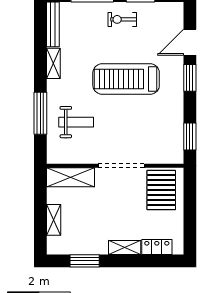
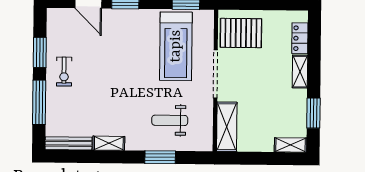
treadmill: (126, 79) -> (176, 46), moved
window: (40, 113) -> (160, 157), width x0.69
weight bench: (76, 122) -> (170, 120), turned -90
shelving: (54, 220) -> (291, 145), moved

